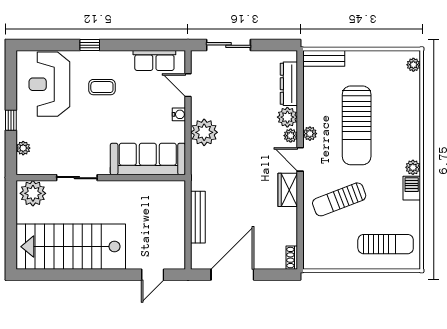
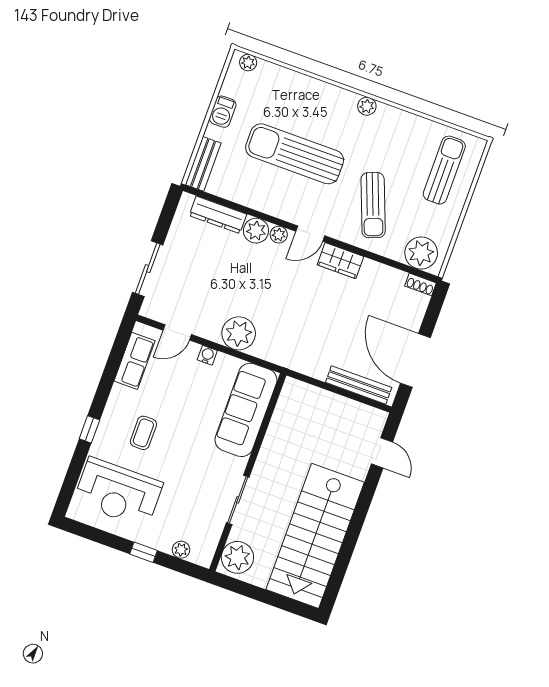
sun lounger: (357, 125) -> (295, 154), turned 180
plant: (310, 134) -> (421, 253), moved, width x1.88, depth x1.88
barbecue: (412, 188) -> (223, 112), moved, turned -90
bench: (198, 217) -> (359, 385), moved

